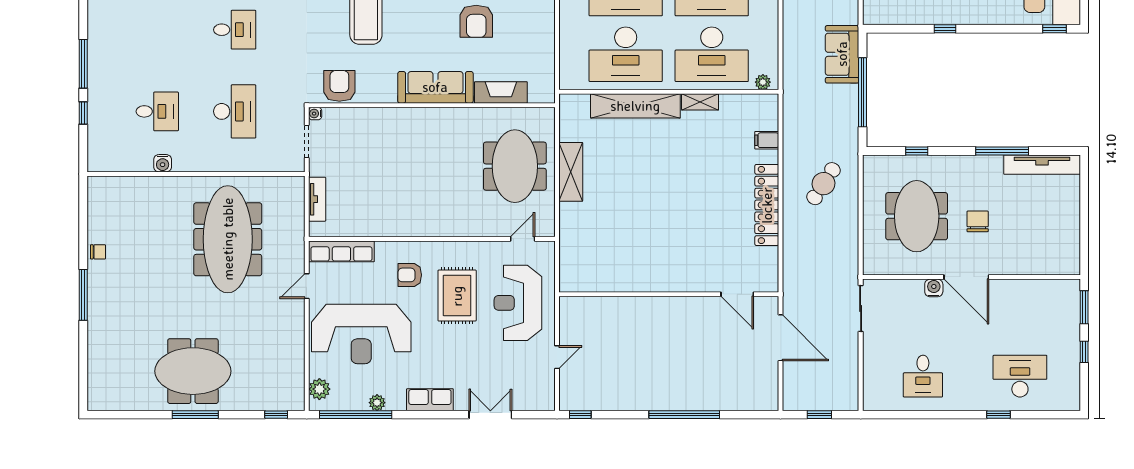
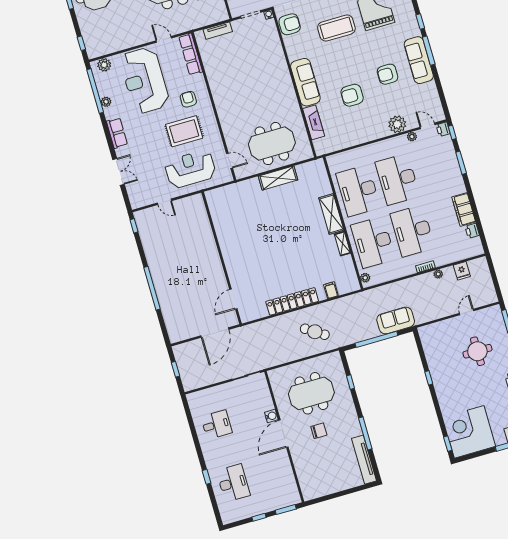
shelving: (635, 106) -> (331, 214), width x0.68
desk: (923, 376) -> (216, 425), turned 180

